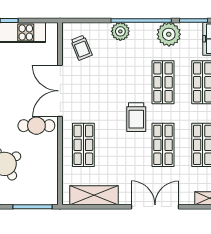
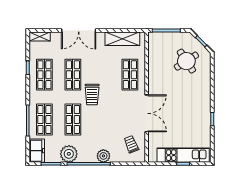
trolley: (136, 117) -> (92, 95), turned 180
cafe table: (36, 126) -> (163, 88), removed

